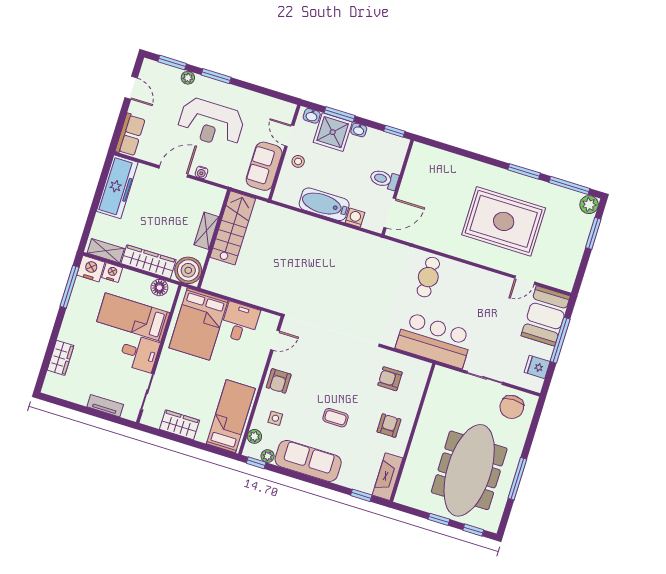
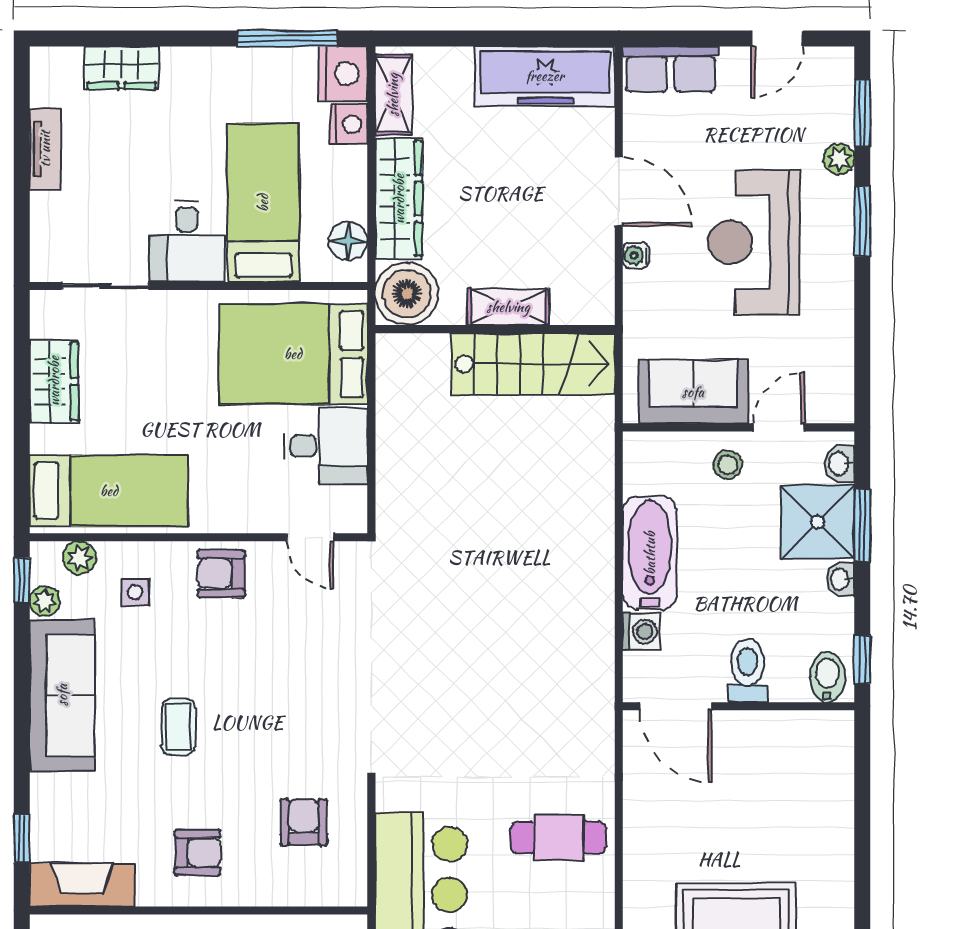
bidet: (397, 148) -> (827, 677), added
tv unit: (105, 406) -> (45, 149), moved

